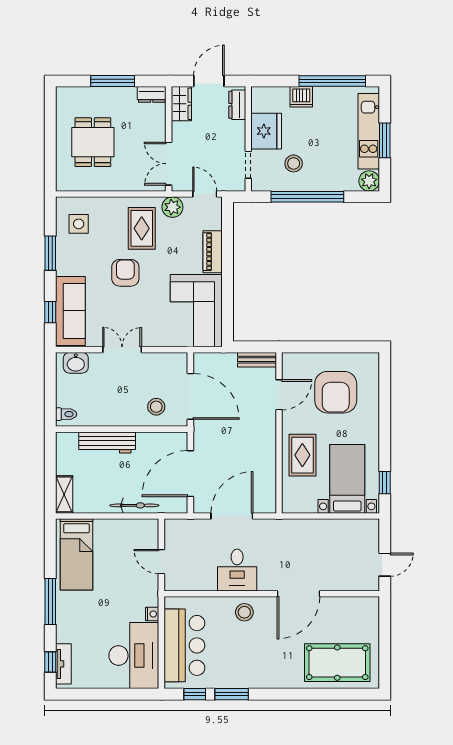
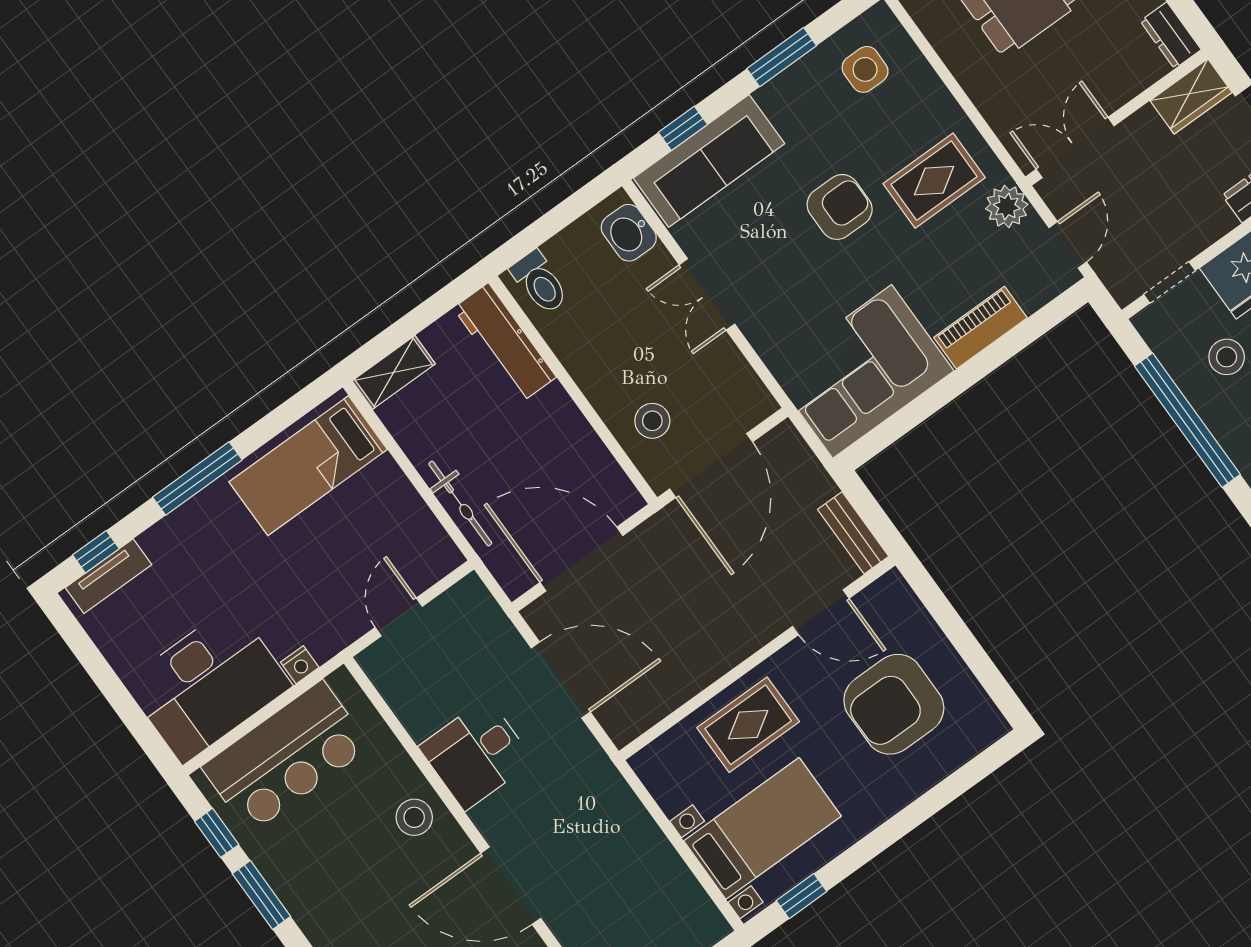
double door: (122, 350) -> (707, 294), swing flipped
toilet: (66, 414) -> (540, 282), width x1.37, depth x1.39
workbench: (107, 442) -> (505, 343), moved

